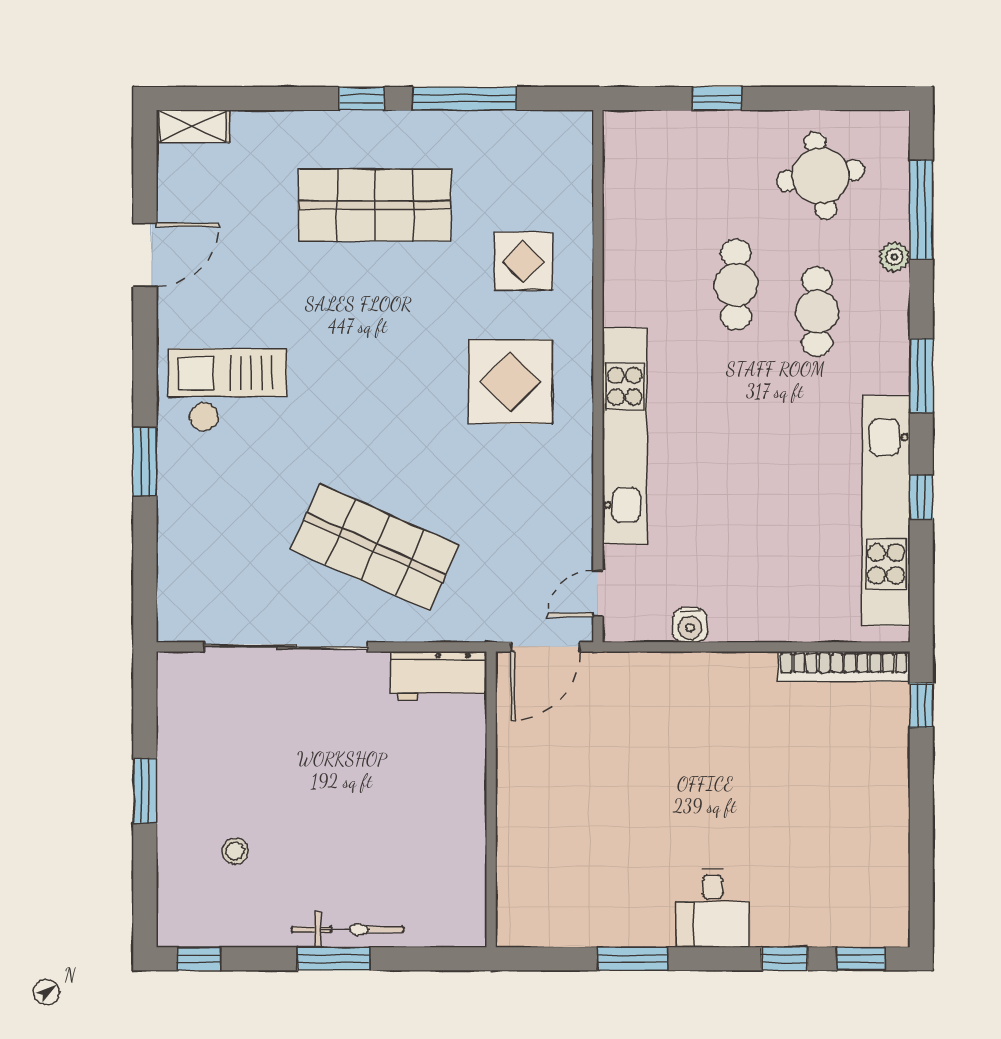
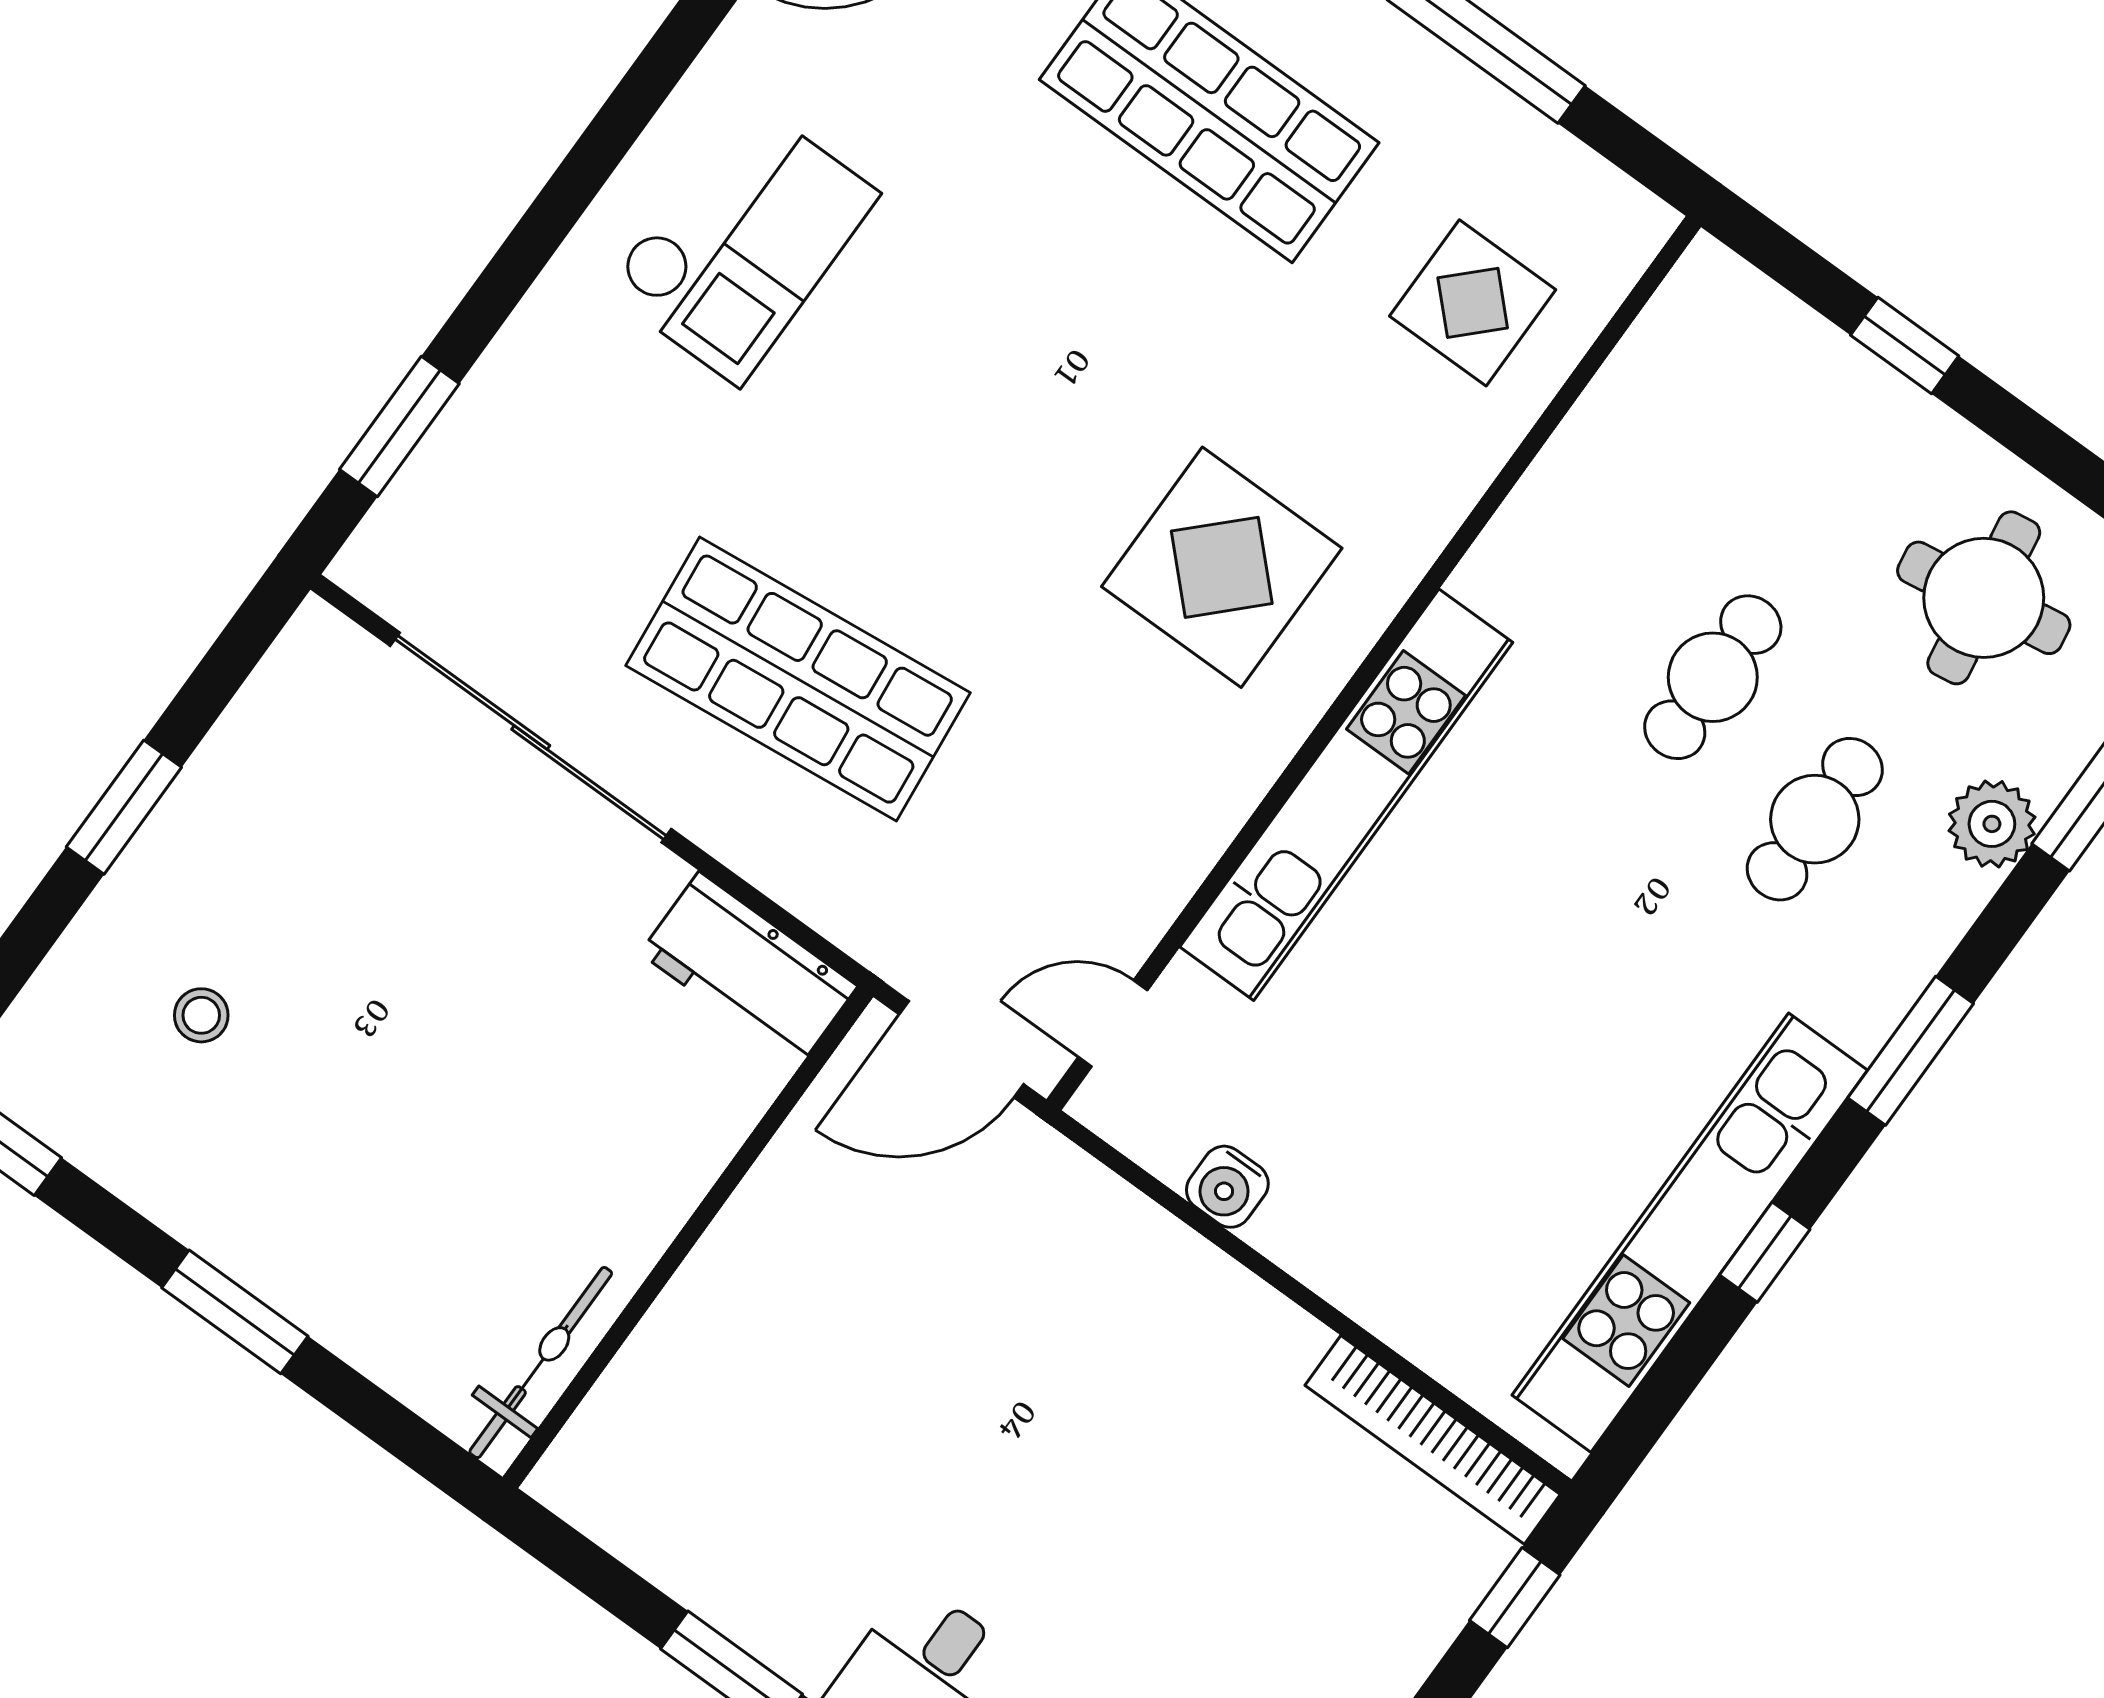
plant: (894, 257) -> (1992, 824), width x1.38, depth x1.38
display table: (523, 261) -> (1473, 303), moved
checkout: (228, 390) -> (742, 242), turned 90
window: (145, 462) -> (399, 427), moved
shop shelf: (375, 547) -> (798, 679), turned -30
bicycle: (348, 930) -> (541, 1363), moved, turned -90

